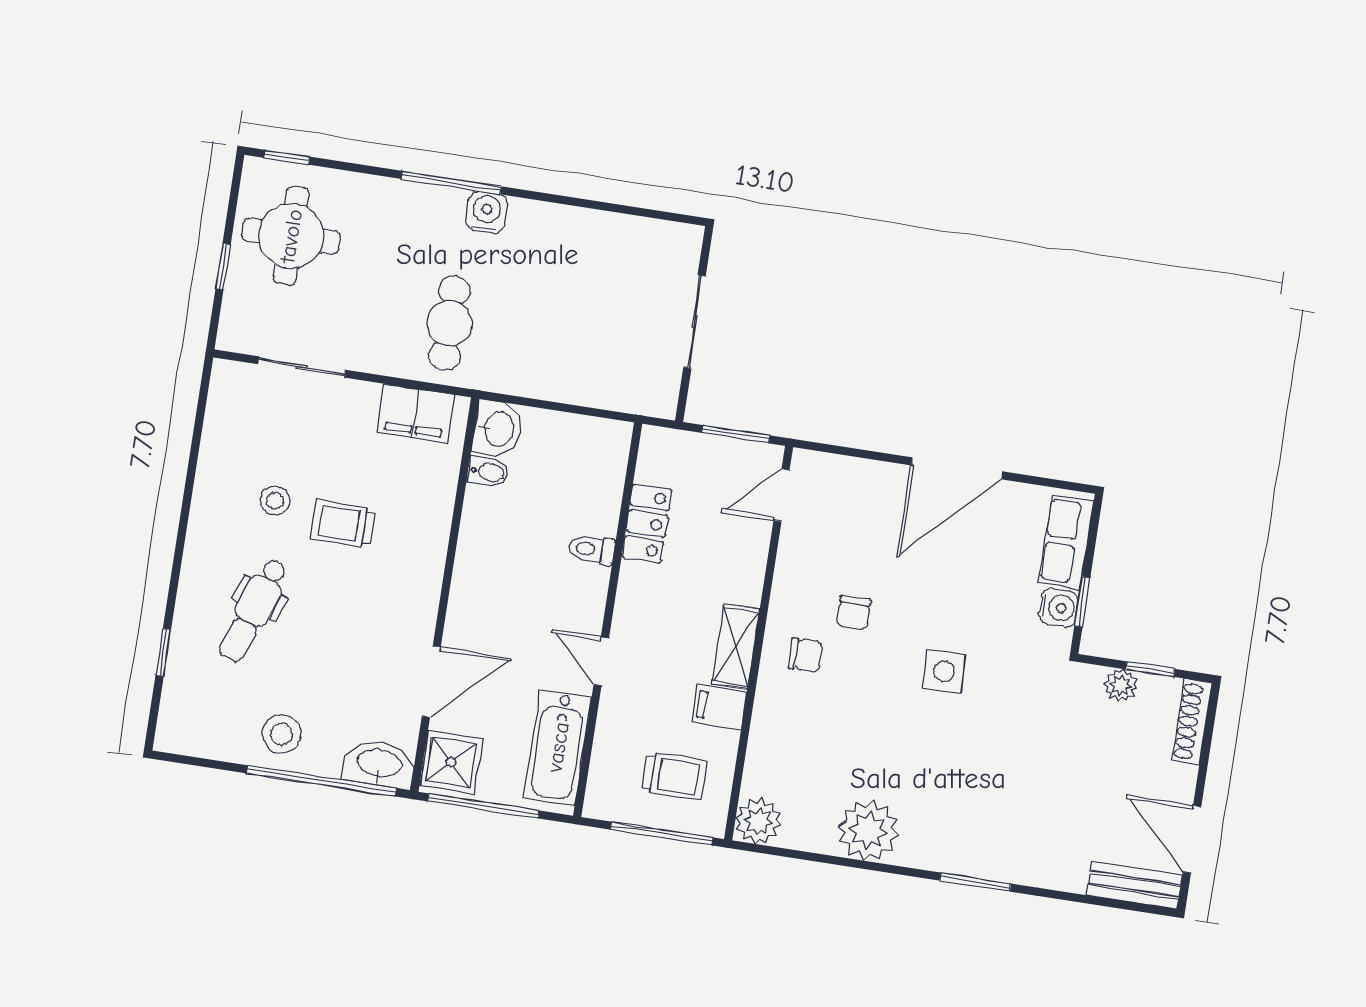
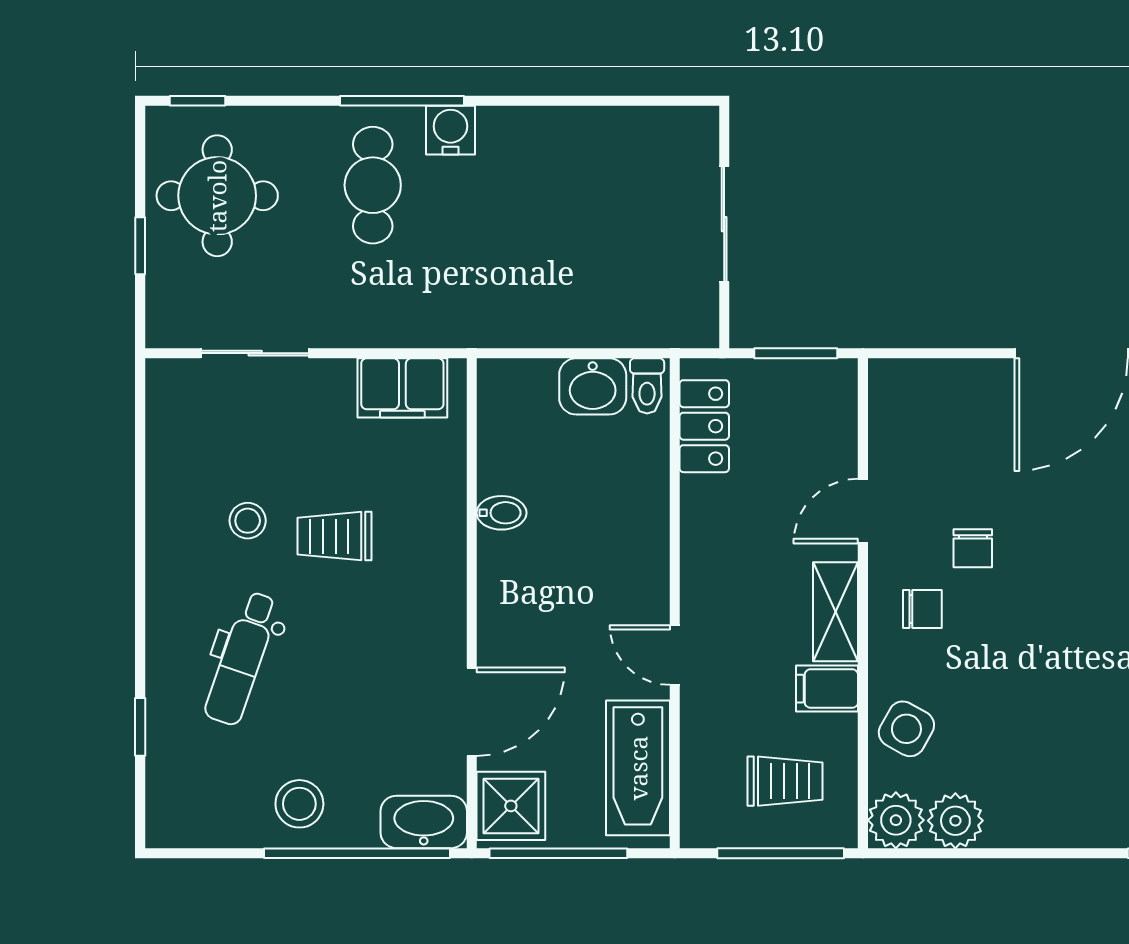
cafe table: (450, 323) -> (373, 185), moved
washbasin: (498, 429) -> (593, 386), moved, turned 90
bidet: (488, 472) -> (502, 513), moved
door: (782, 495) -> (863, 511), moved
locker: (647, 523) -> (704, 426), moved
toilet: (592, 550) -> (647, 386), moved, turned -90
side table: (944, 671) -> (906, 729), moved, turned 31
plant: (868, 831) -> (955, 821), moved, width x0.73, depth x0.73

